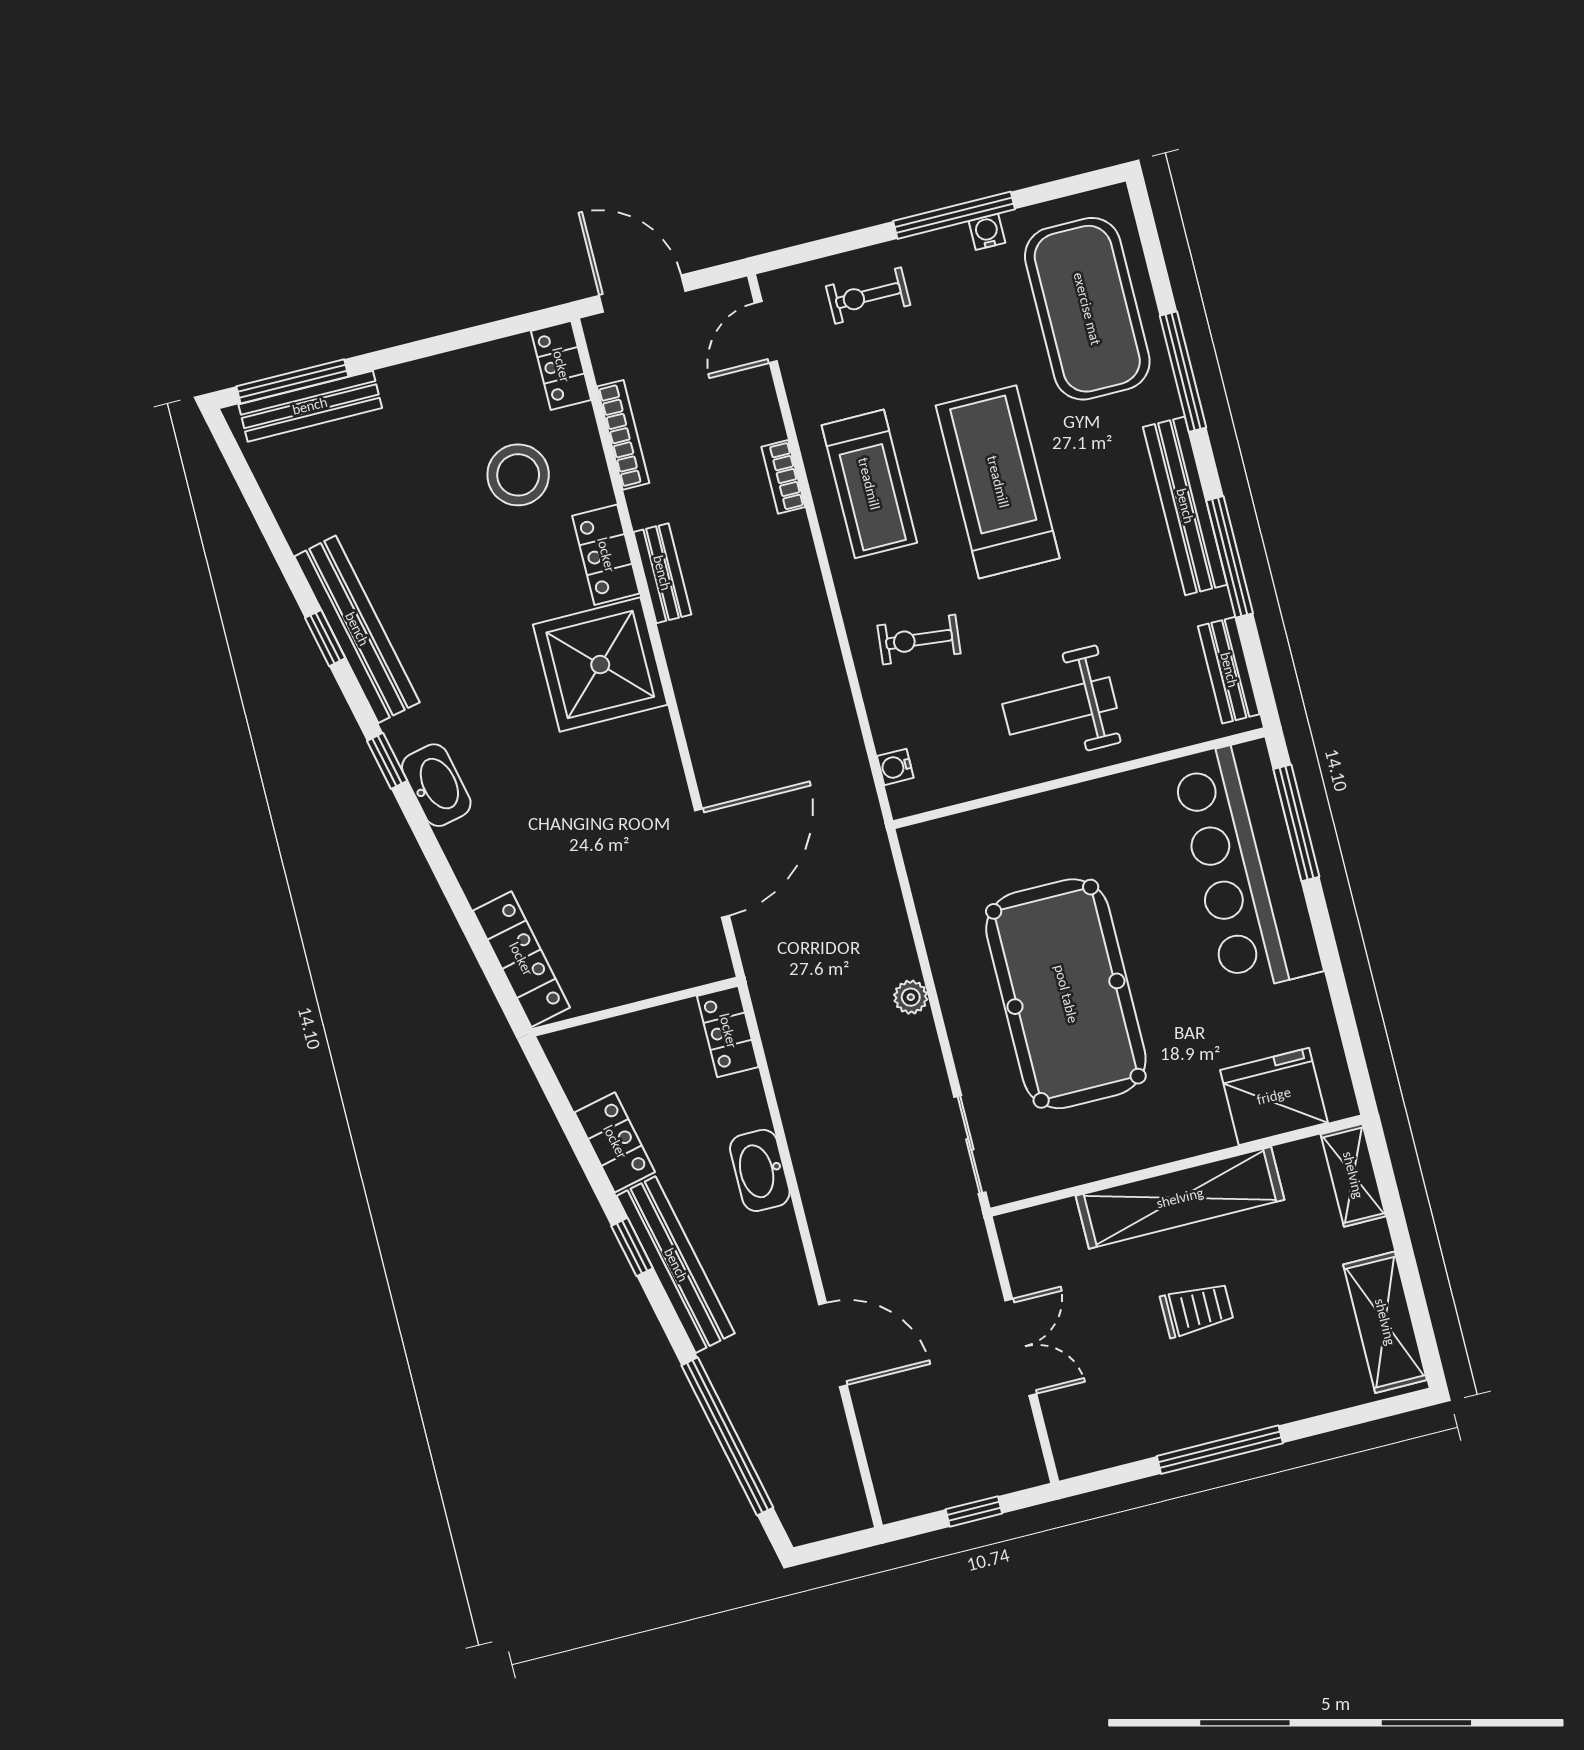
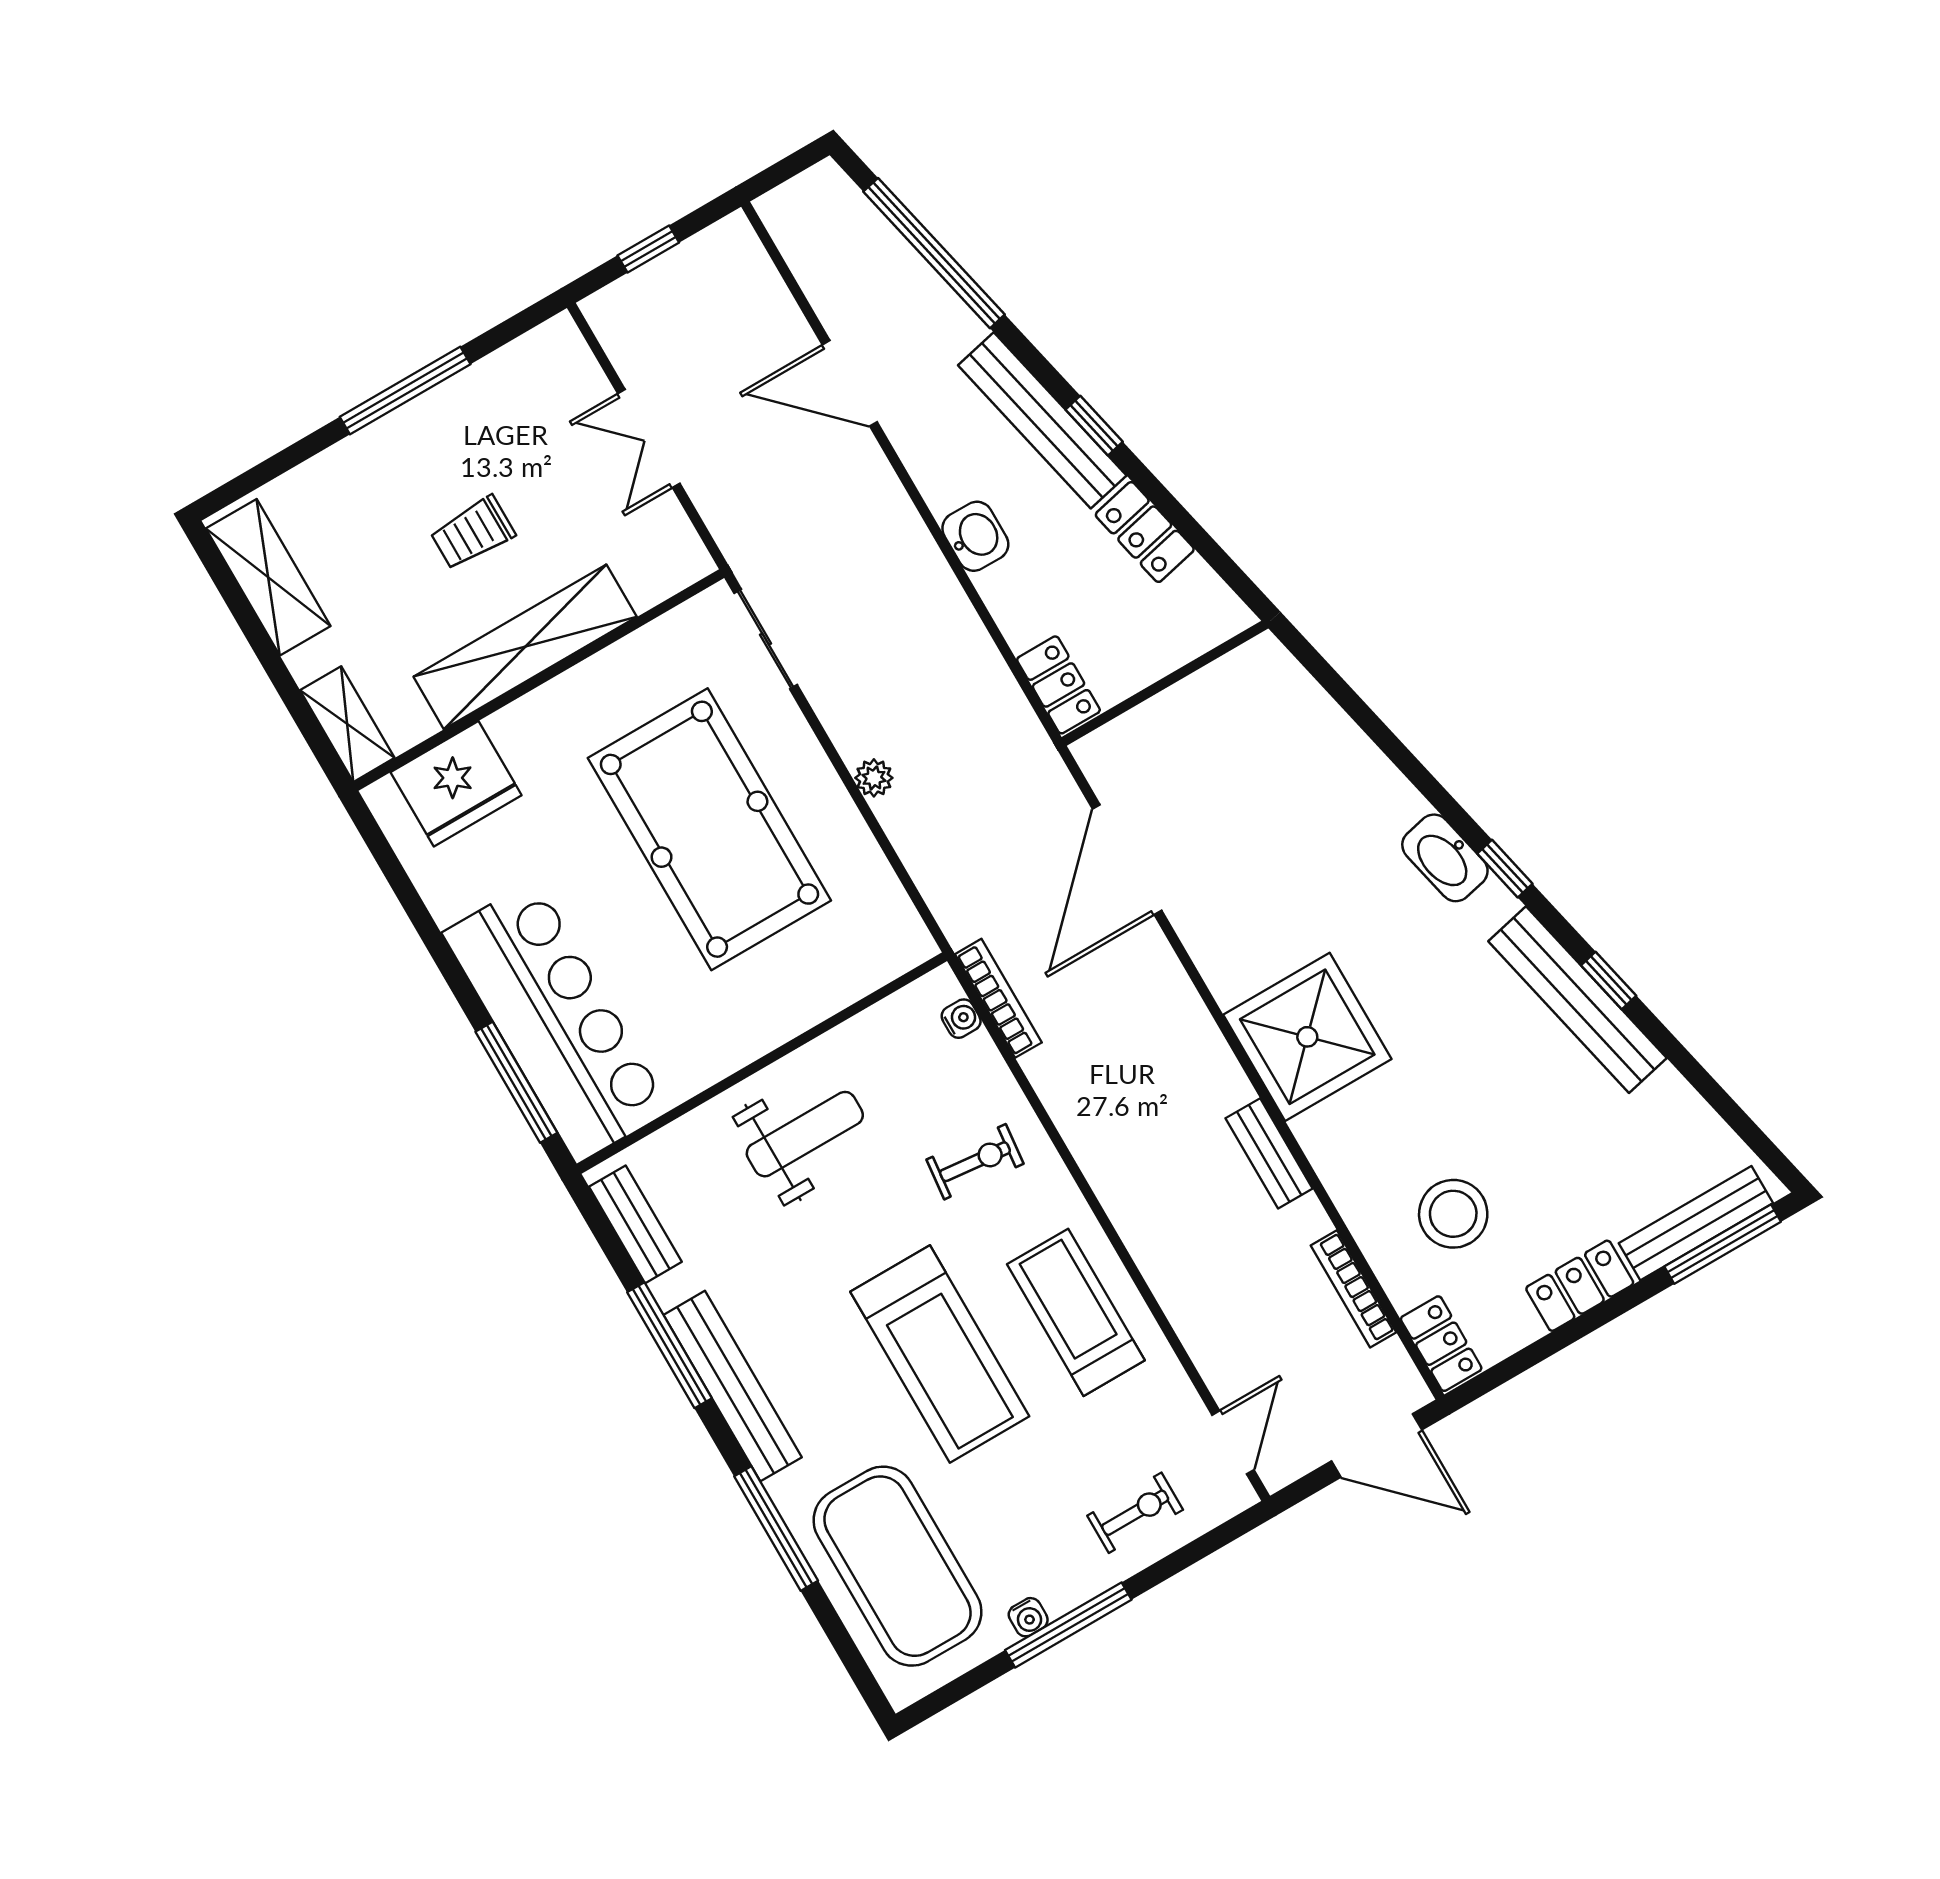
bookcase: (783, 477) -> (998, 998), moved, width x1.56
locker: (606, 555) -> (1580, 1286), moved, turned -90
locker: (521, 959) -> (1301, 699), removed
washbasin: (760, 1170) -> (975, 536), width x0.72

